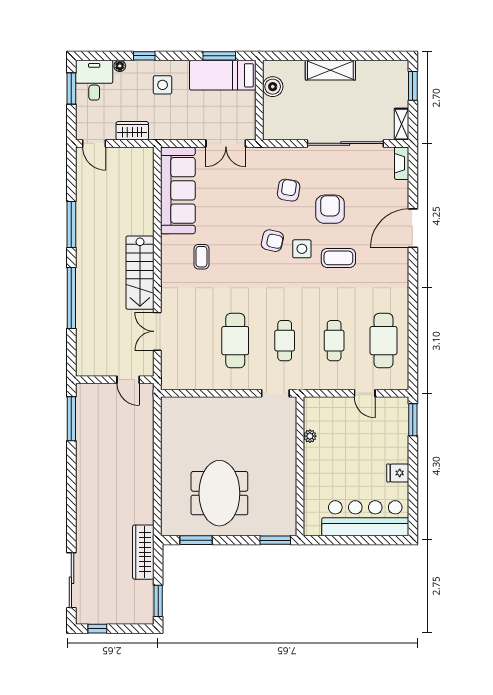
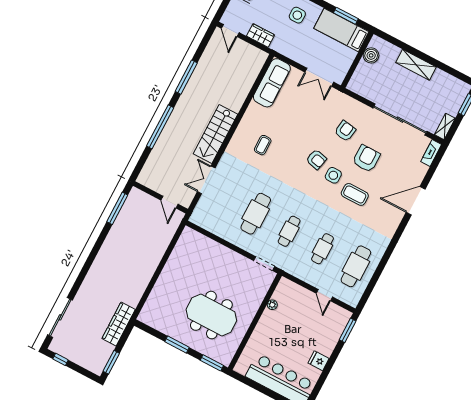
sofa: (178, 190) -> (272, 83), width x0.74, depth x0.79
meeting table: (219, 493) -> (211, 315), moved, turned 90
window: (196, 540) -> (177, 344), moved

